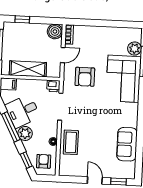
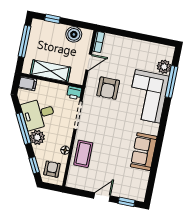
boiler: (55, 31) -> (74, 34), moved
sofa: (127, 144) -> (144, 152), moved
door: (95, 180) -> (102, 197), hinge flipped

